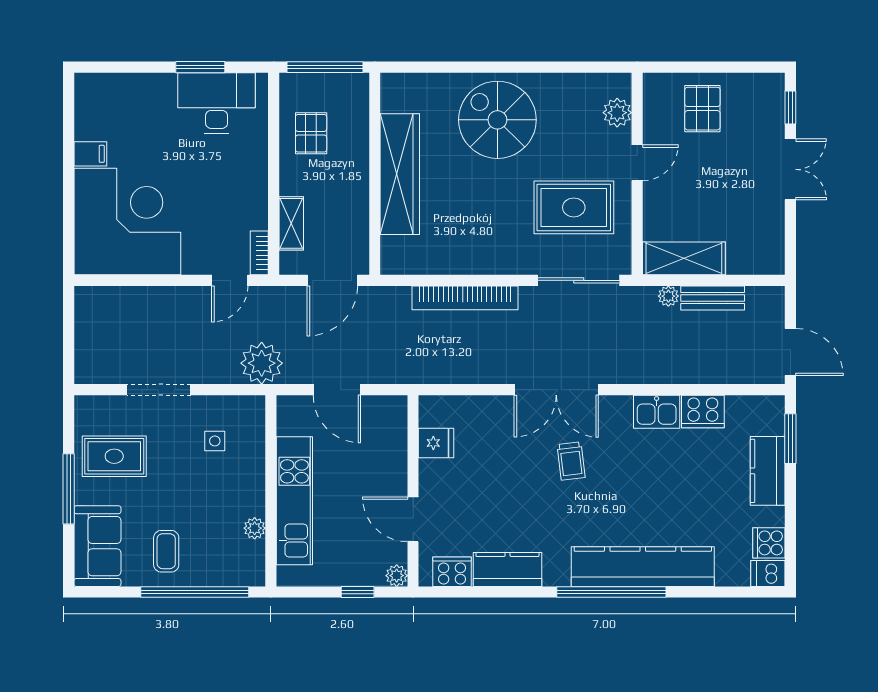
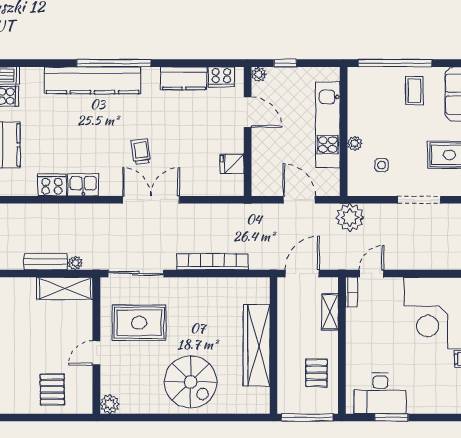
plant: (617, 113) -> (110, 404), moved
plant: (255, 528) -> (355, 143), moved

